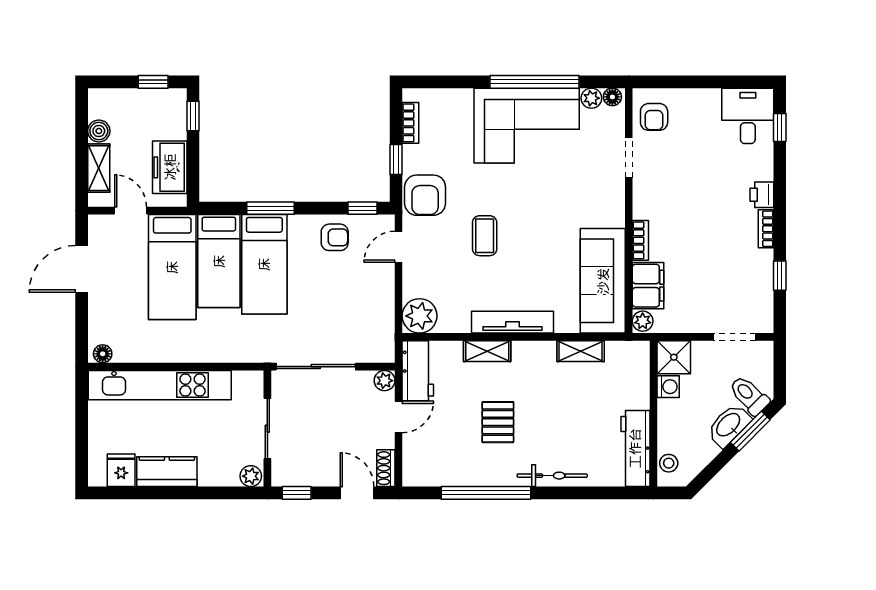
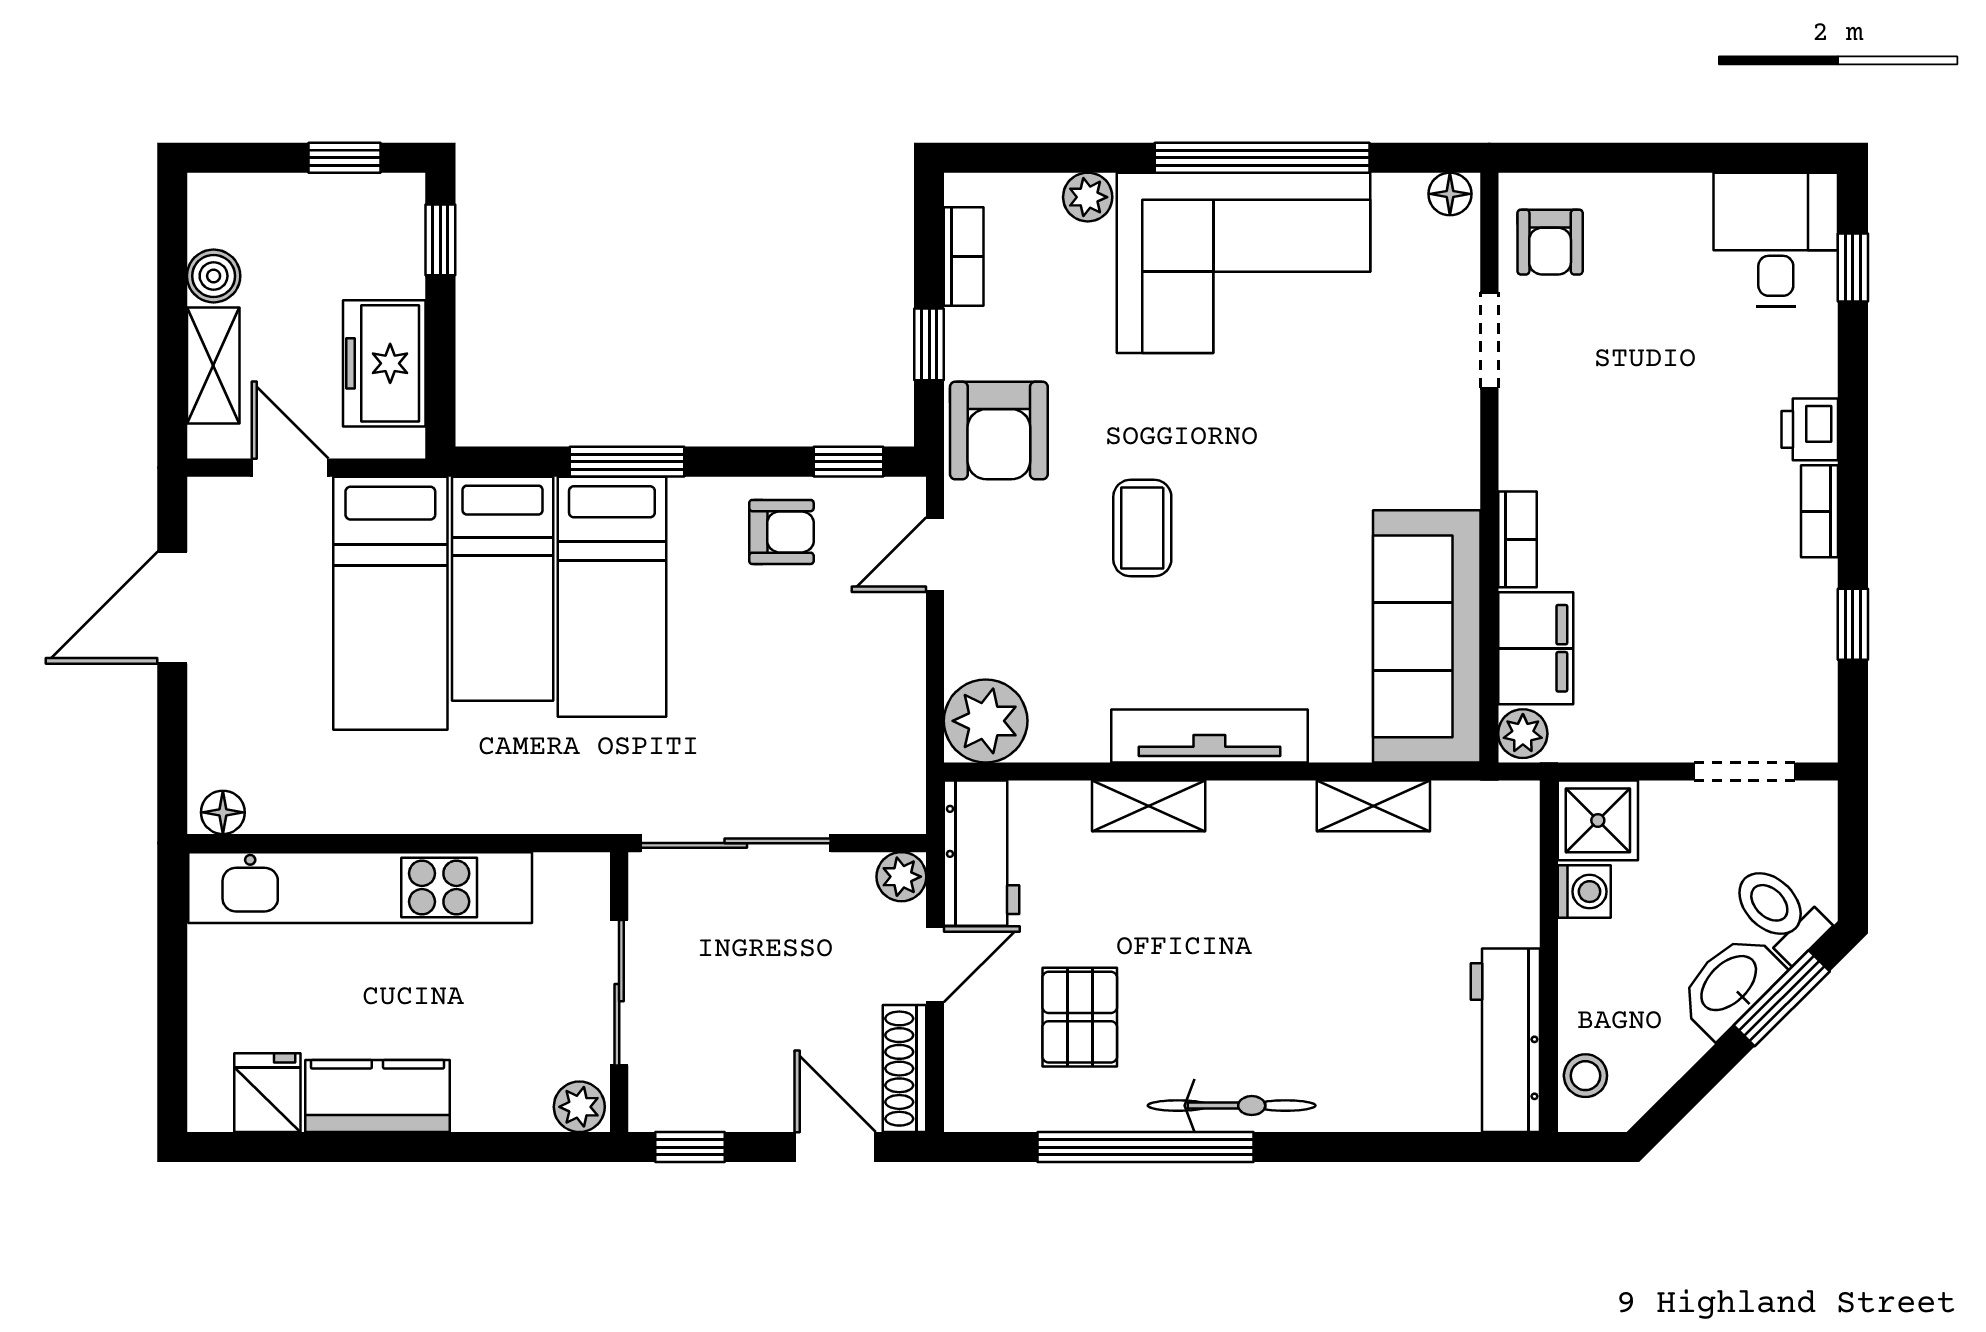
plant: (591, 98) -> (1088, 197), moved
pallet: (498, 422) -> (1080, 1017), moved
shoe rack: (386, 468) -> (904, 1069), width x1.43
bicycle: (552, 476) -> (1232, 1106), moved

